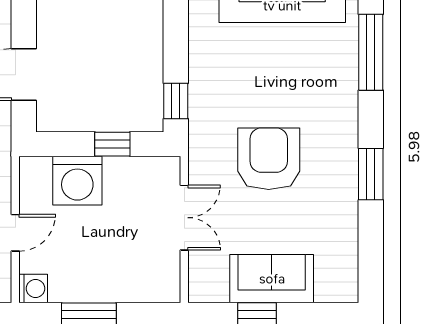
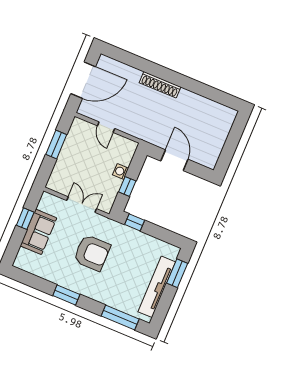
washing machine: (77, 181) -> (121, 171), width x0.53, depth x0.53
double door: (184, 218) -> (82, 205), swing flipped
washing machine: (33, 289) -> (78, 125), removed

